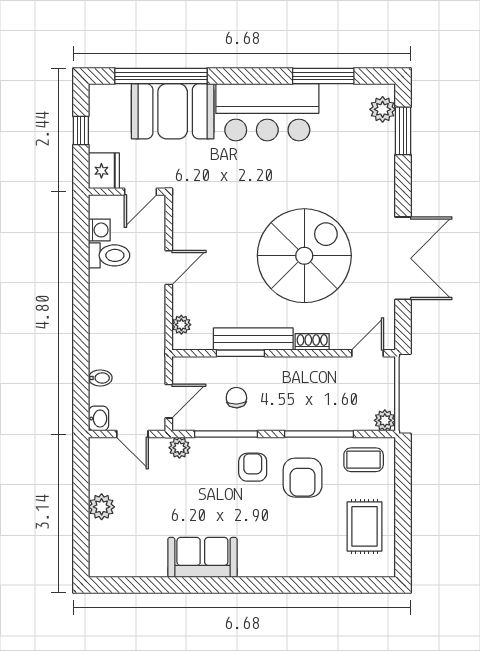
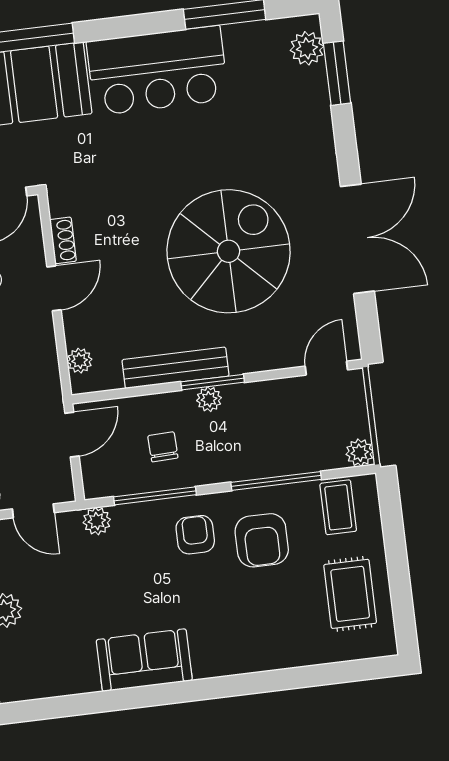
shoe rack: (312, 342) -> (63, 240), moved, turned 90
window: (240, 353) -> (213, 382), moved
plant: (276, 366) -> (209, 399), added
door: (169, 401) -> (72, 435), moved
coffee table: (364, 460) -> (338, 507), turned 90

